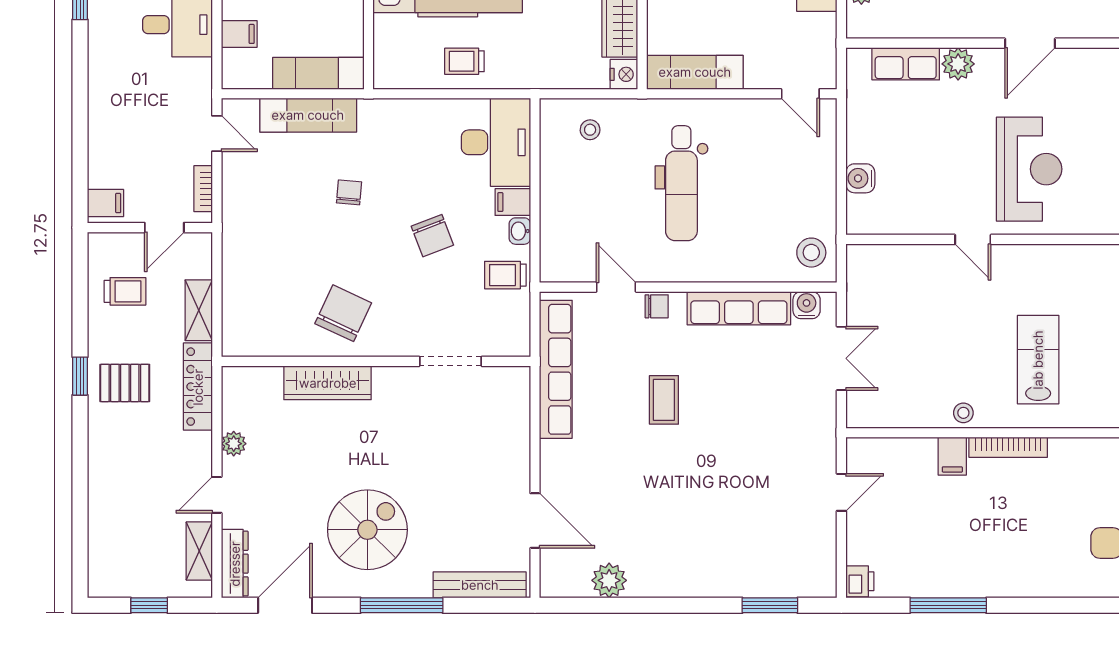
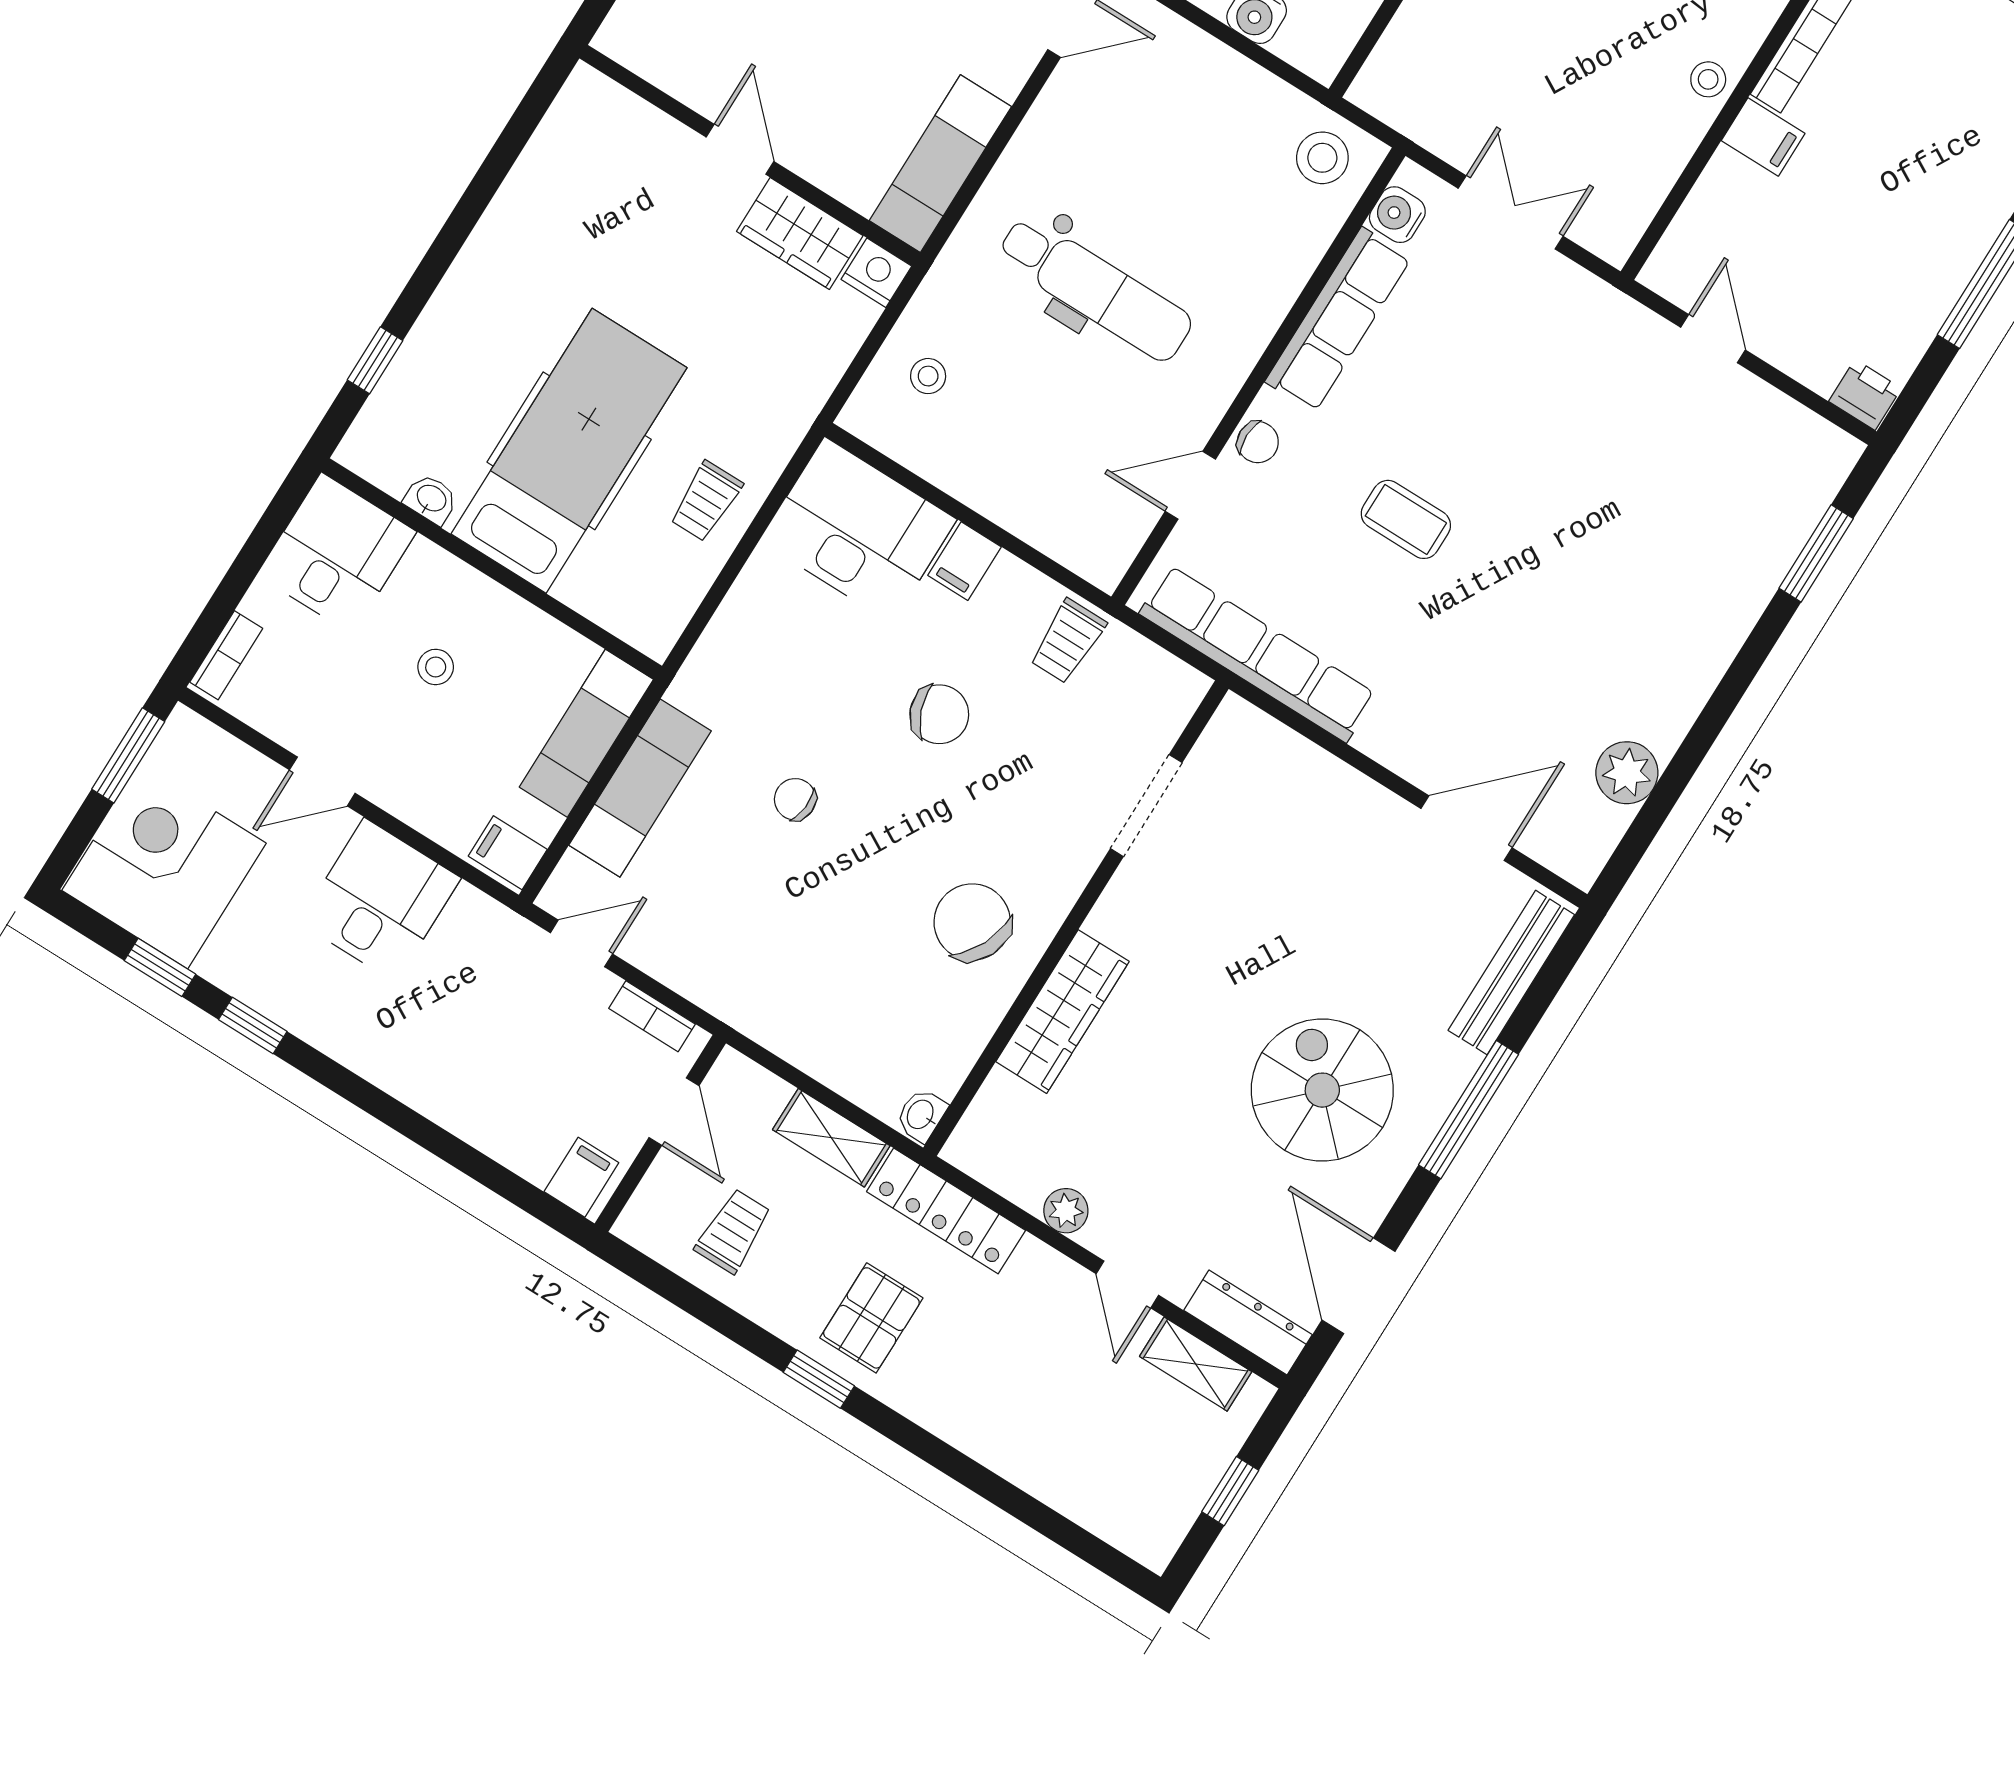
filing cabinet: (239, 34) -> (508, 853), moved, turned -90
washbasin: (520, 231) -> (921, 1115), moved, turned 90
chair: (657, 306) -> (1258, 442), turned 90

